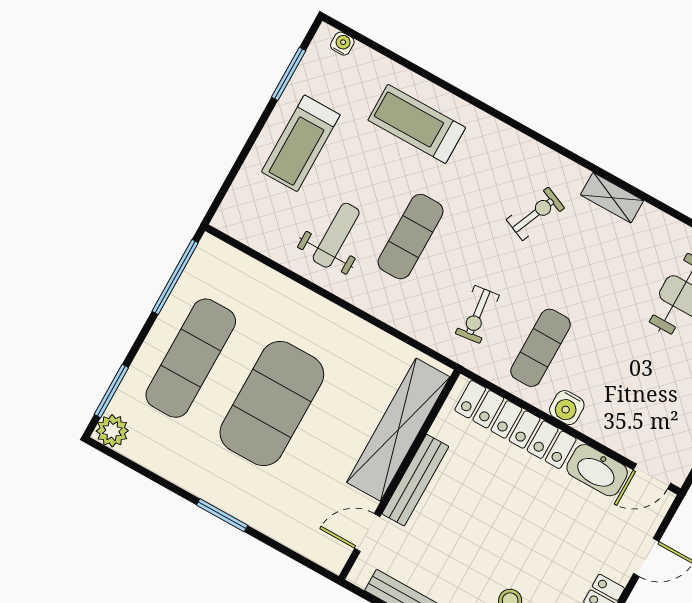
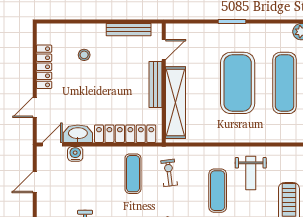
water cooler: (567, 408) -> (75, 154), moved

